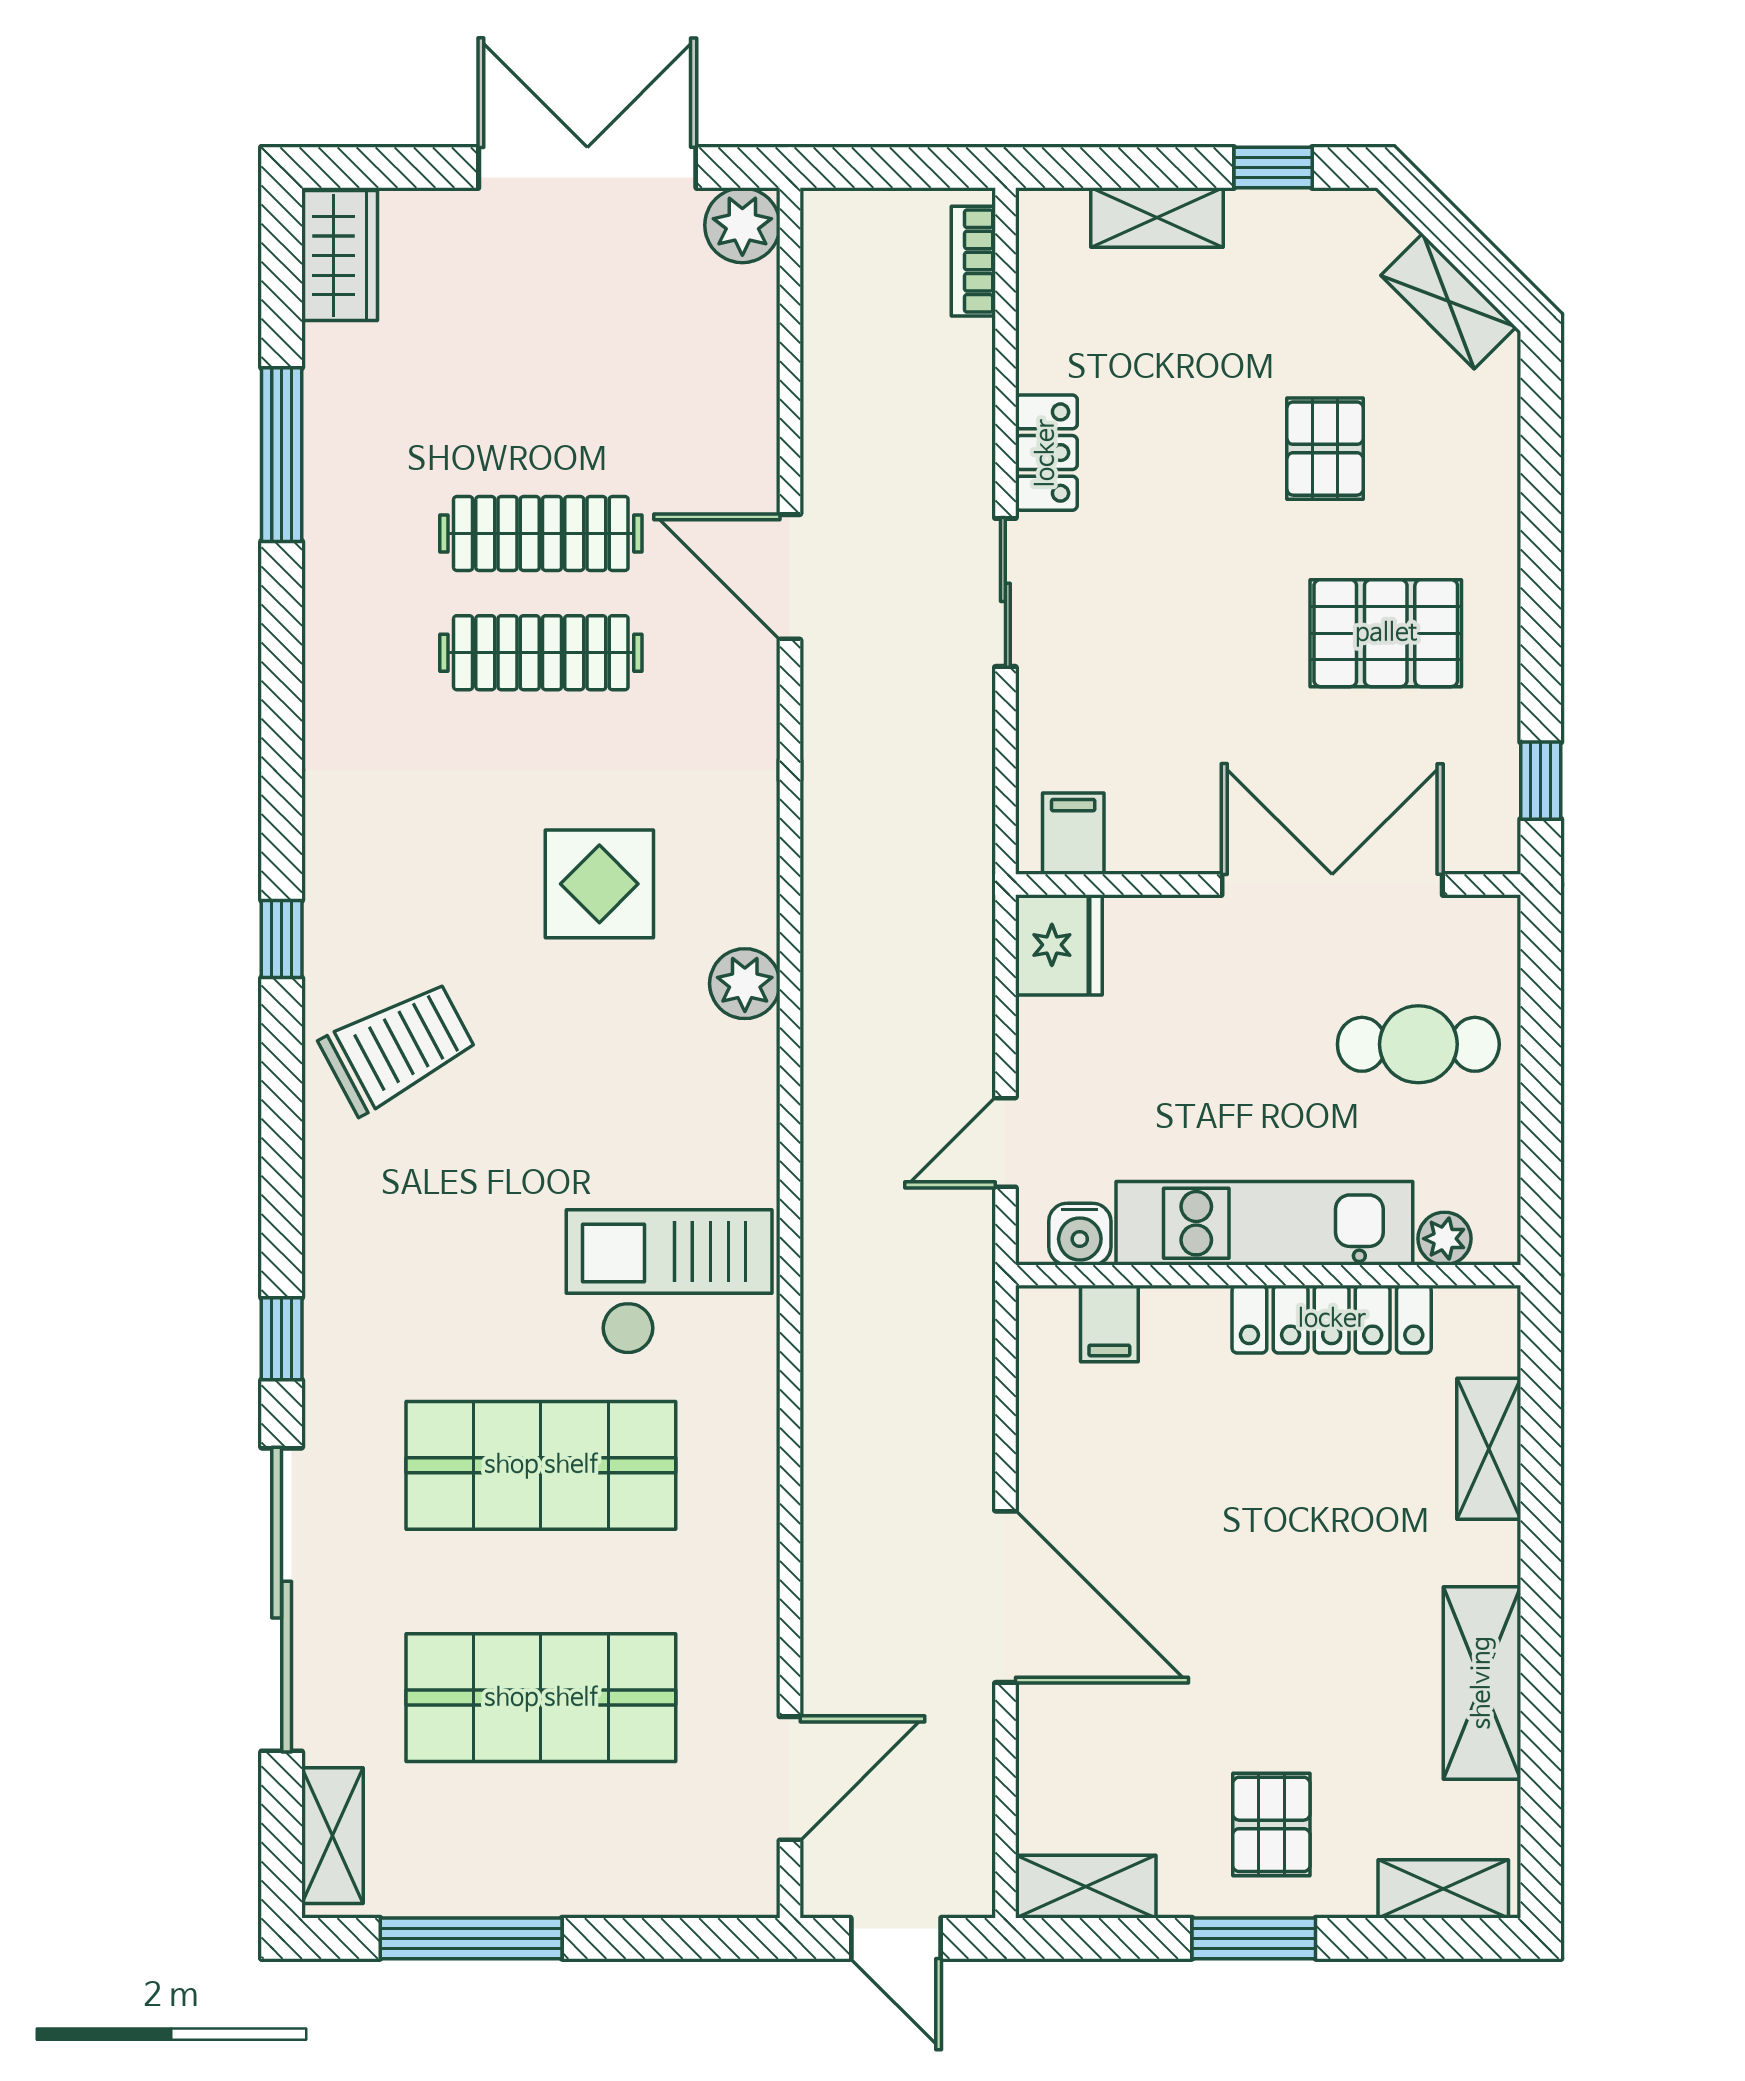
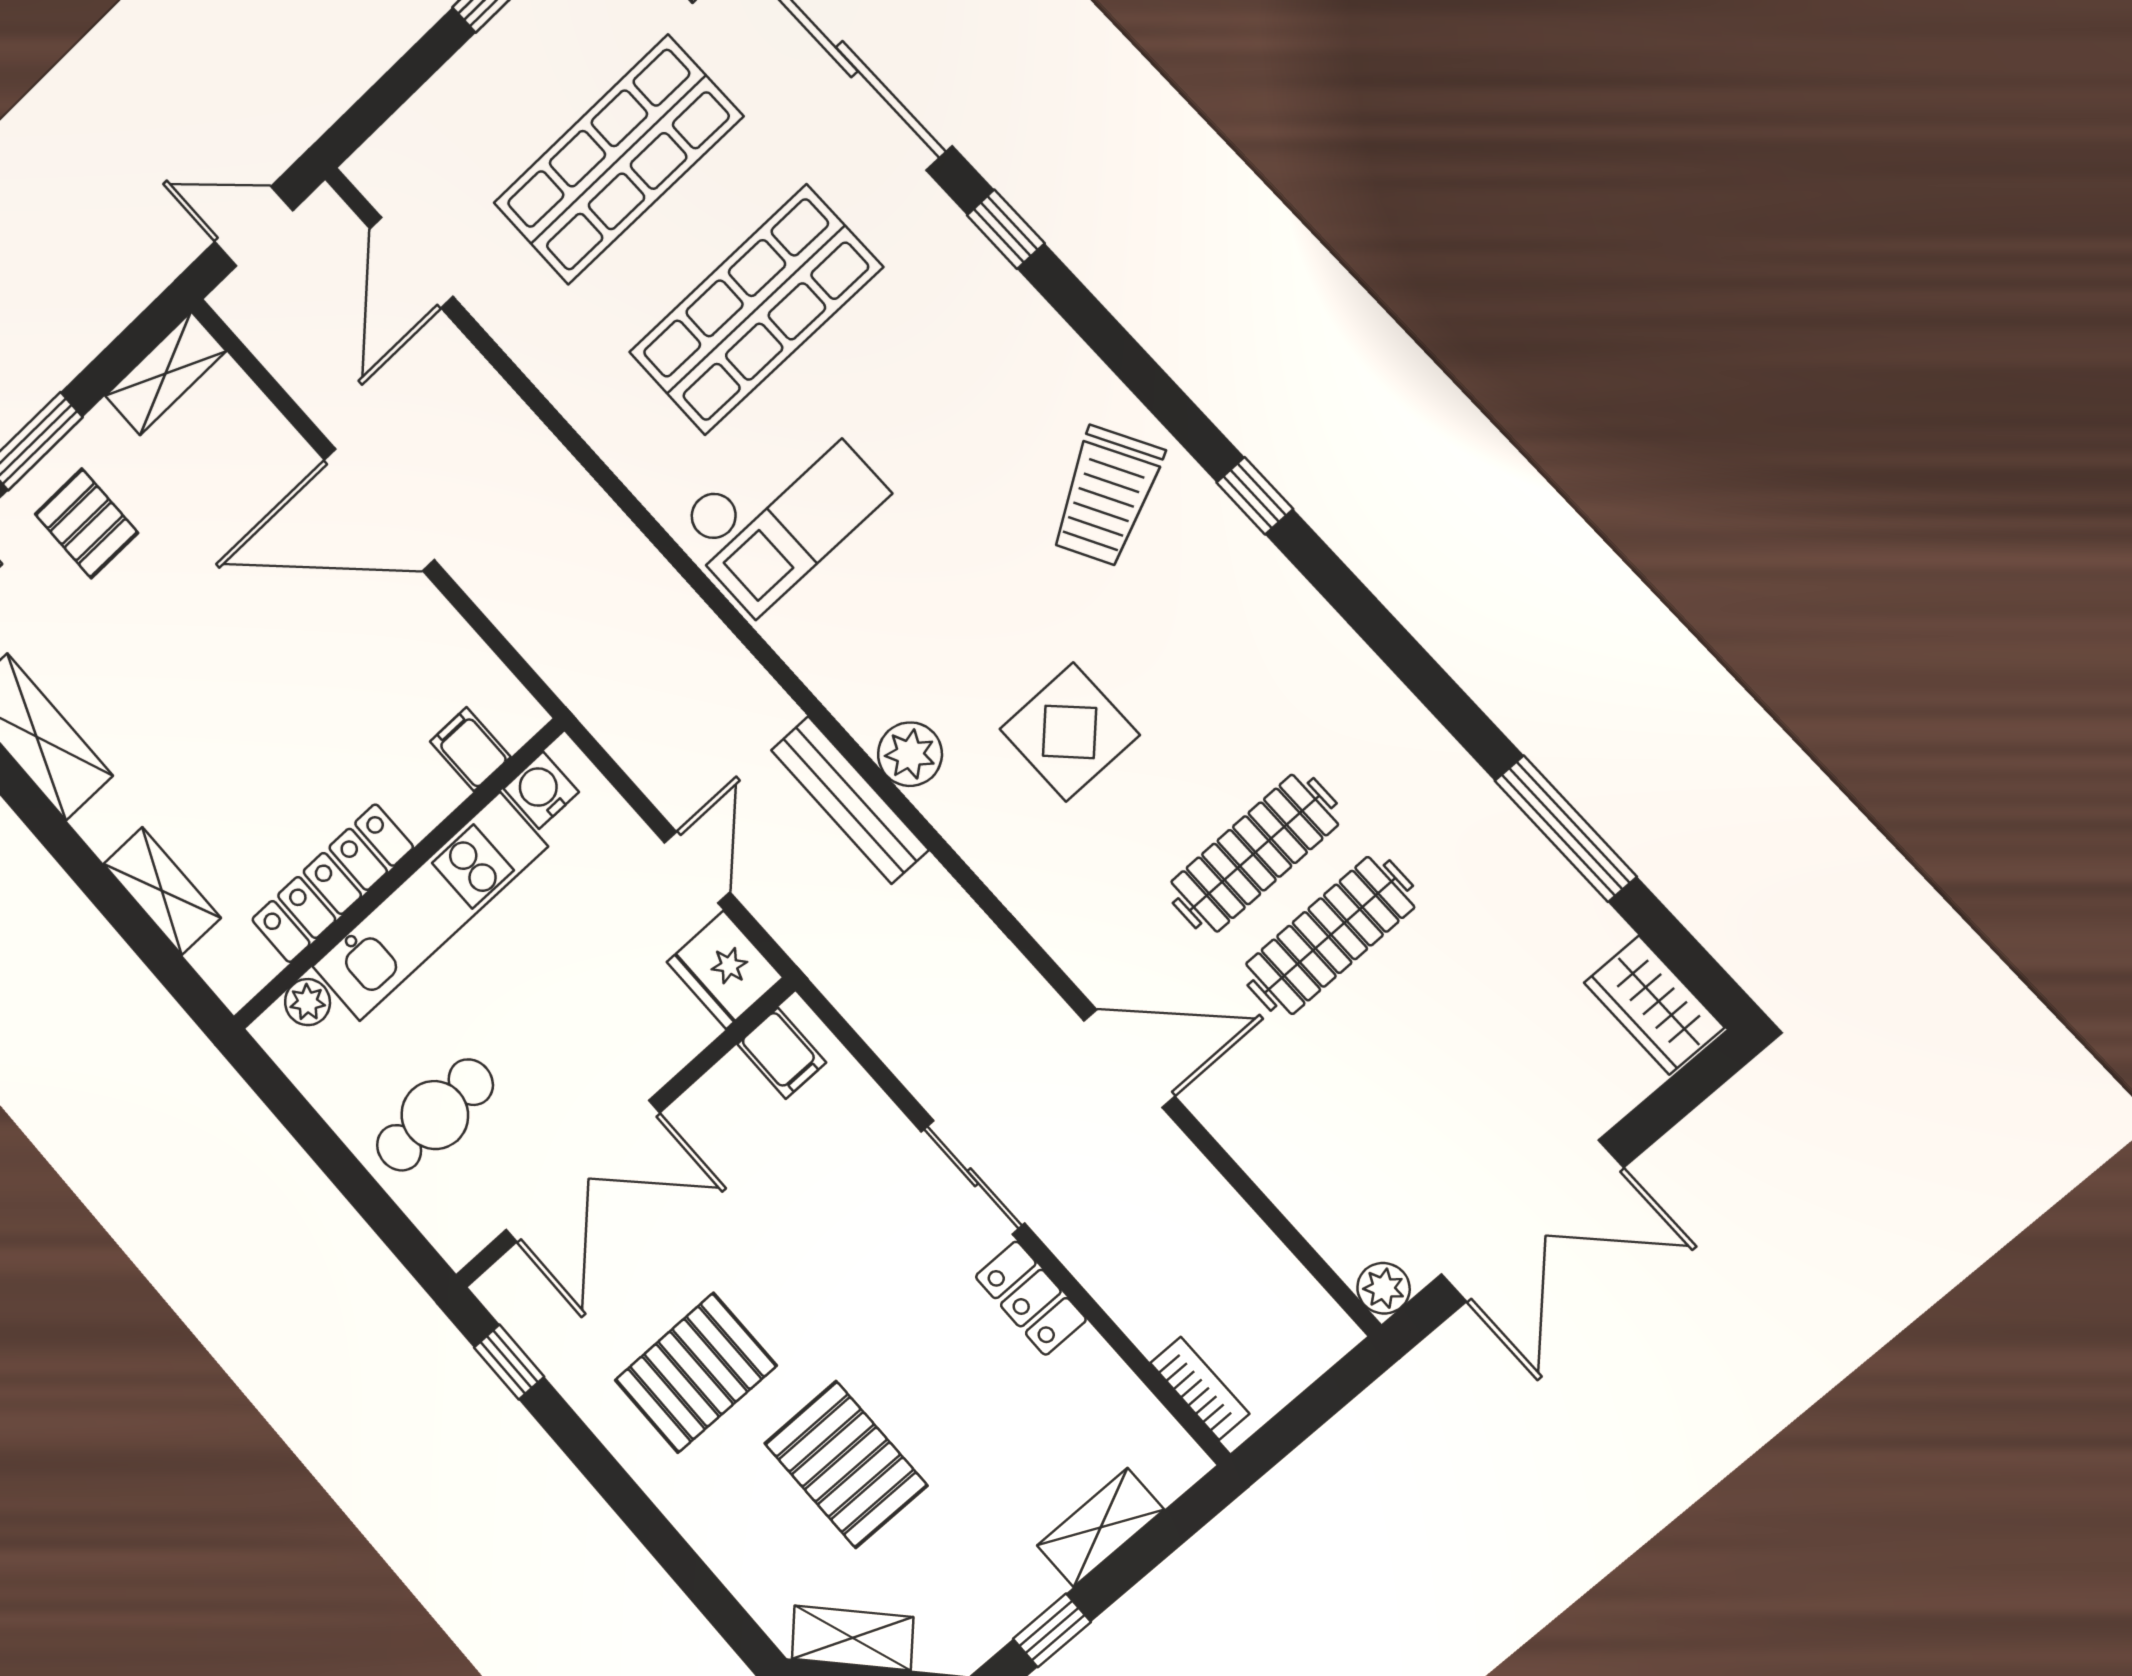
plant: (742, 225) -> (1384, 1288), width x0.73, depth x0.73
pallet: (1325, 449) -> (846, 1464), width x1.50, depth x1.42
bench: (828, 991) -> (850, 800), added
door: (1005, 1142) -> (697, 867), moved

